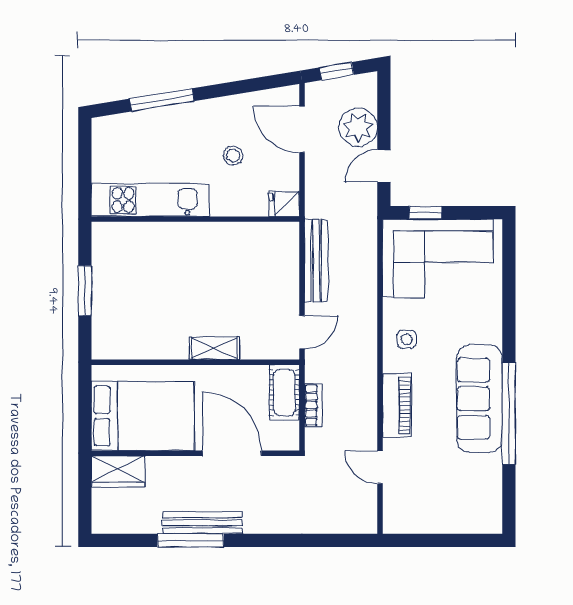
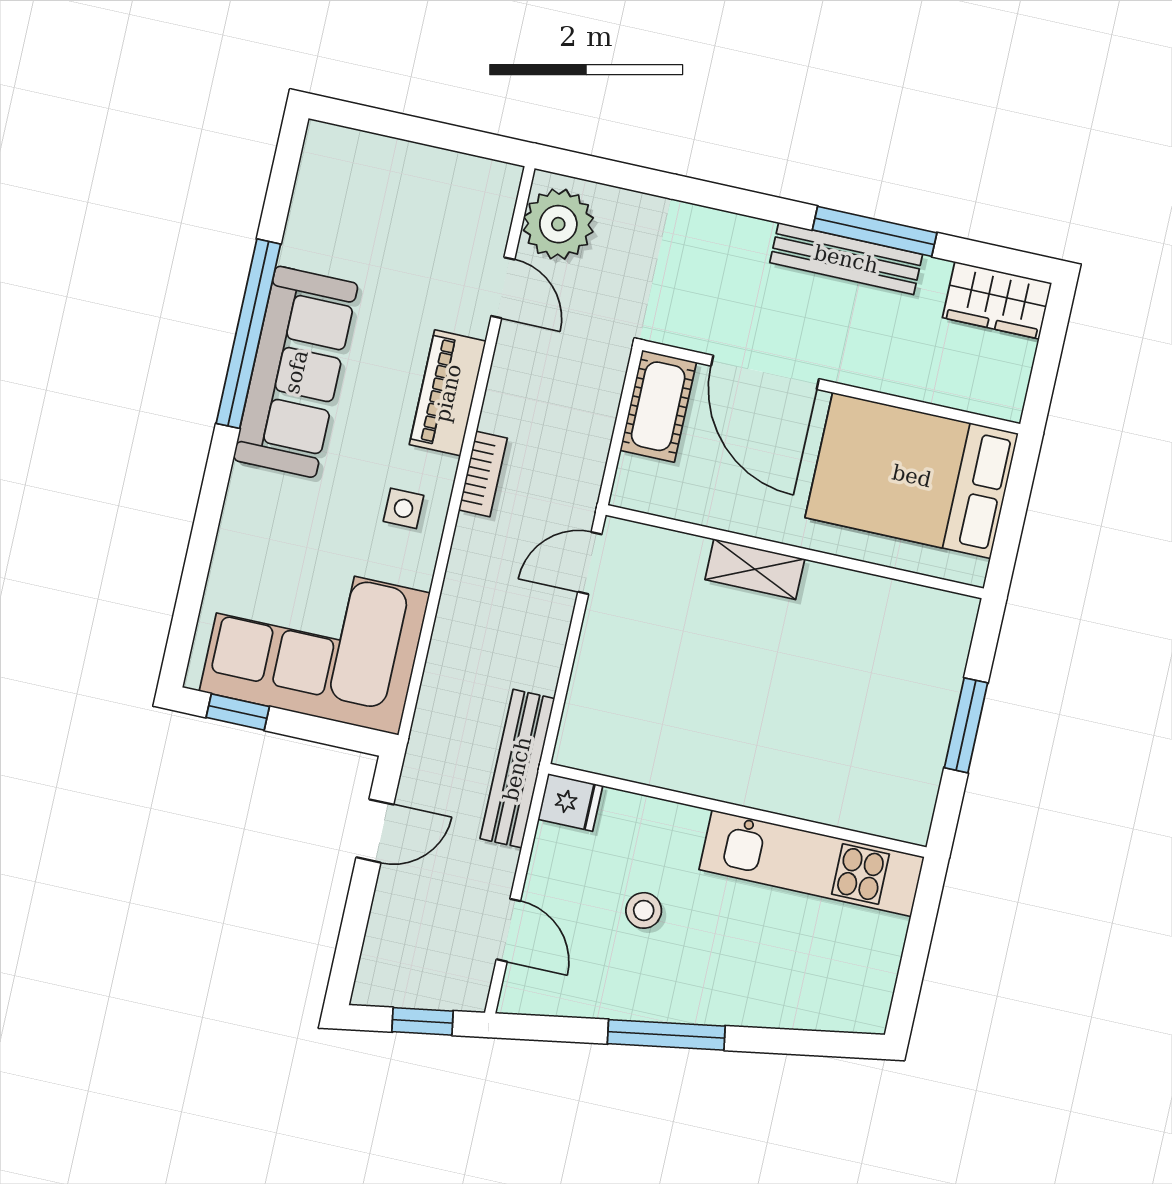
window: (162, 100) -> (666, 1035), moved
plant: (358, 127) -> (558, 224), moved
door: (302, 129) -> (508, 930), width x0.73
window: (426, 213) -> (238, 712), moved
bench: (316, 261) -> (517, 769), moved
cot: (284, 393) -> (658, 406), moved
bookcase: (313, 405) -> (483, 474), moved, turned 180
wardrobe: (118, 471) -> (997, 300), moved, turned 180

